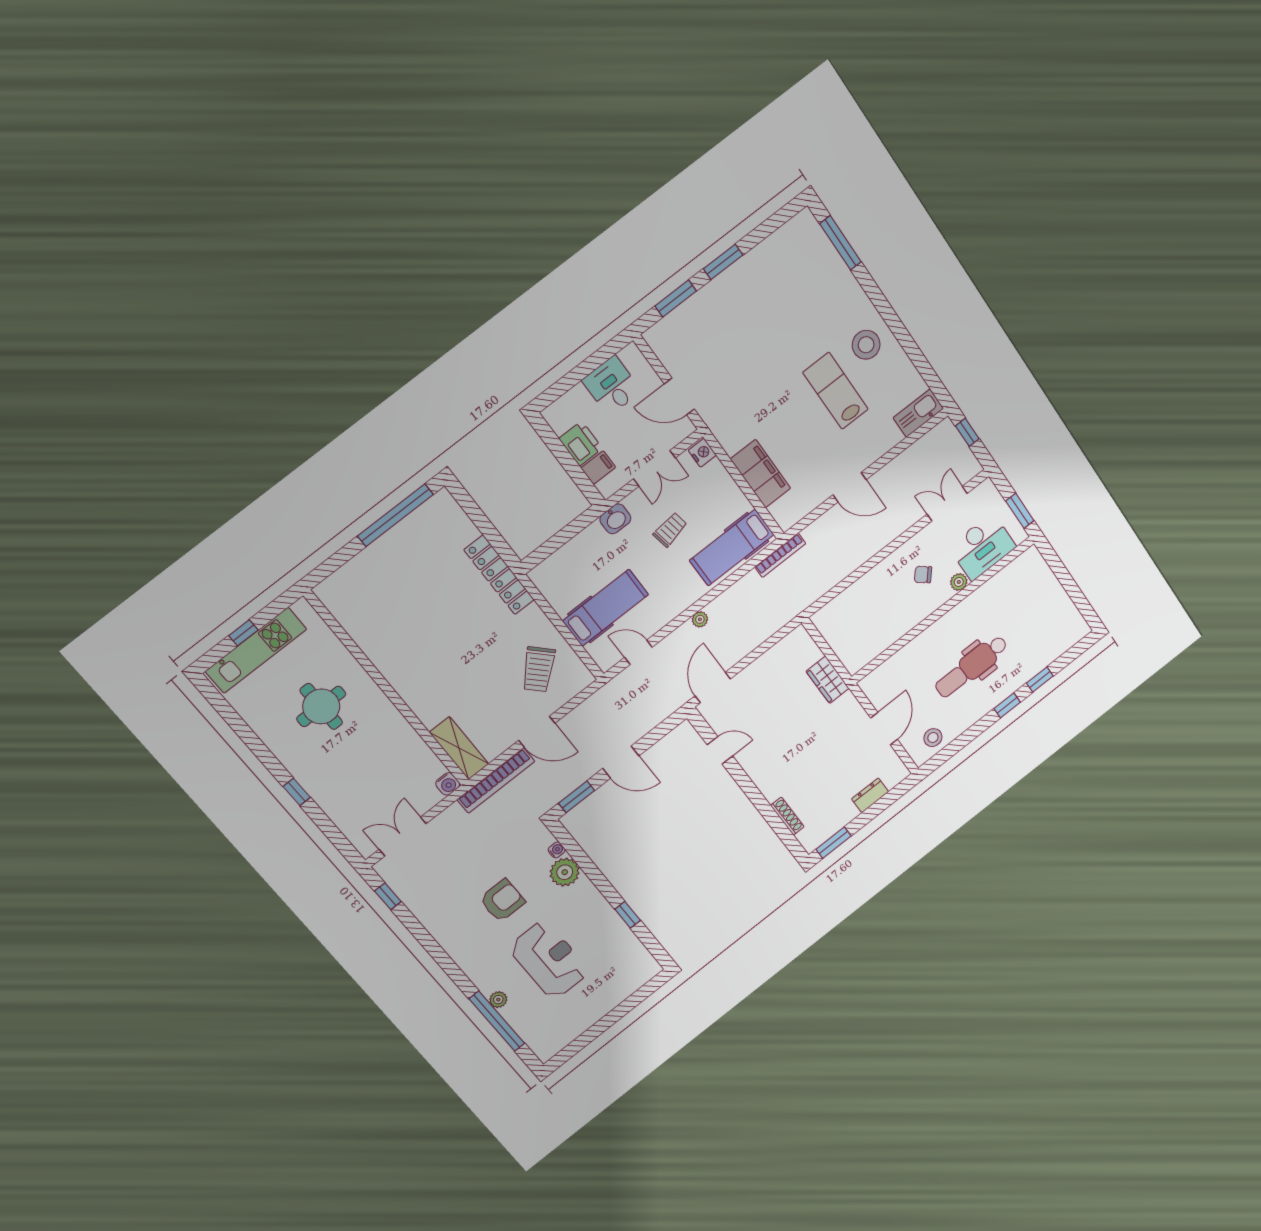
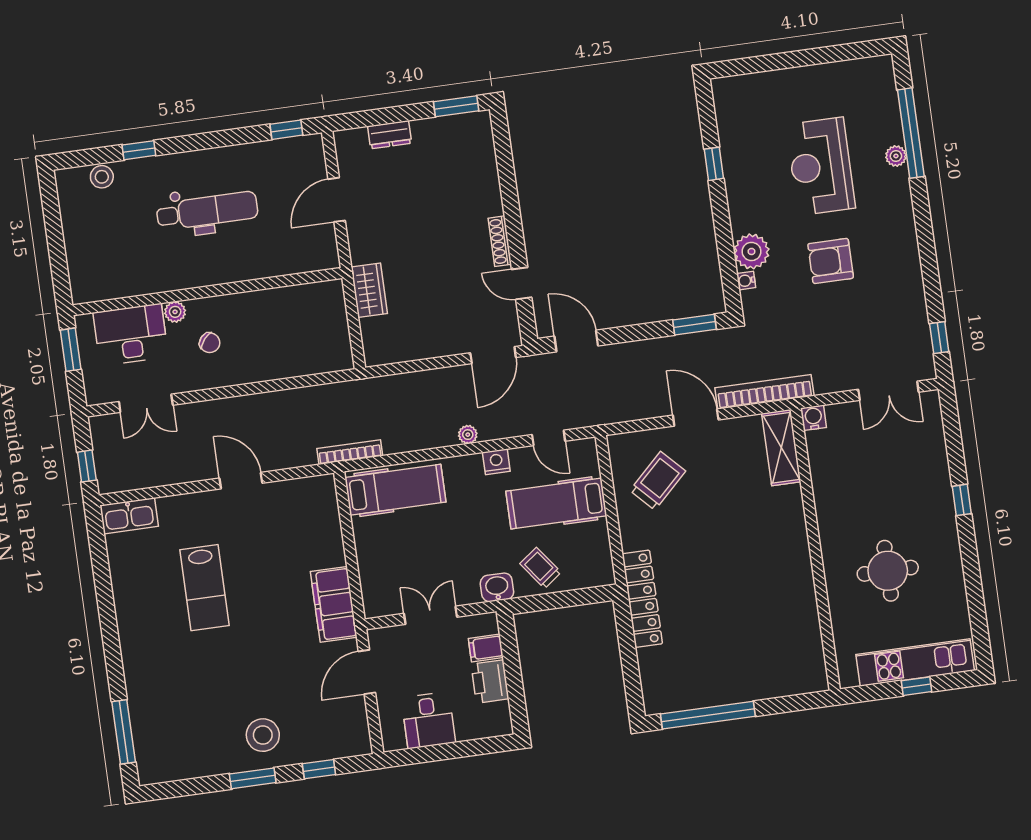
window: (676, 298) -> (319, 769), width x0.67
stool: (866, 345) -> (263, 735), moved
door: (679, 396) -> (367, 672), swing flipped
nightstand: (702, 453) -> (496, 462), moved, turned 90
filing cabinet: (760, 474) -> (334, 604), moved
trolley: (670, 530) -> (541, 568), moved, turned 63
window: (1007, 705) -> (286, 130), moved
stool: (933, 738) -> (102, 177), moved
door: (621, 762) -> (576, 341), moved
shoe rack: (787, 816) -> (500, 241), moved

